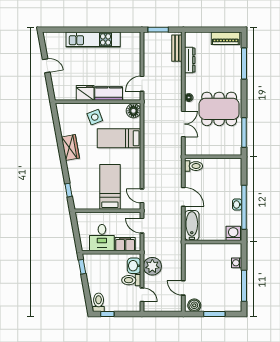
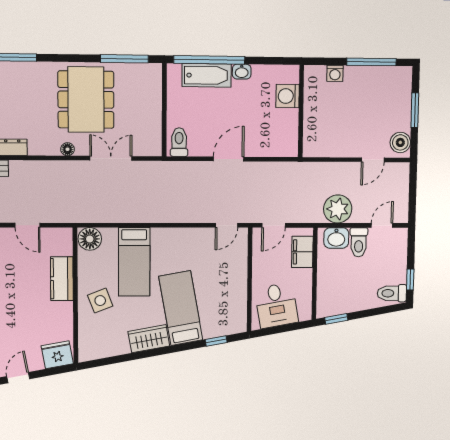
door: (142, 84) -> (27, 225), moved
fridge: (85, 93) -> (57, 355), moved, turned 80
bed: (110, 187) -> (181, 308), moved, turned 80
window: (244, 207) -> (209, 60), moved
bathtub: (192, 225) -> (207, 75), moved, turned 180
washing machine: (233, 233) -> (288, 96), moved
desk: (102, 238) -> (276, 305), moved, turned 80

